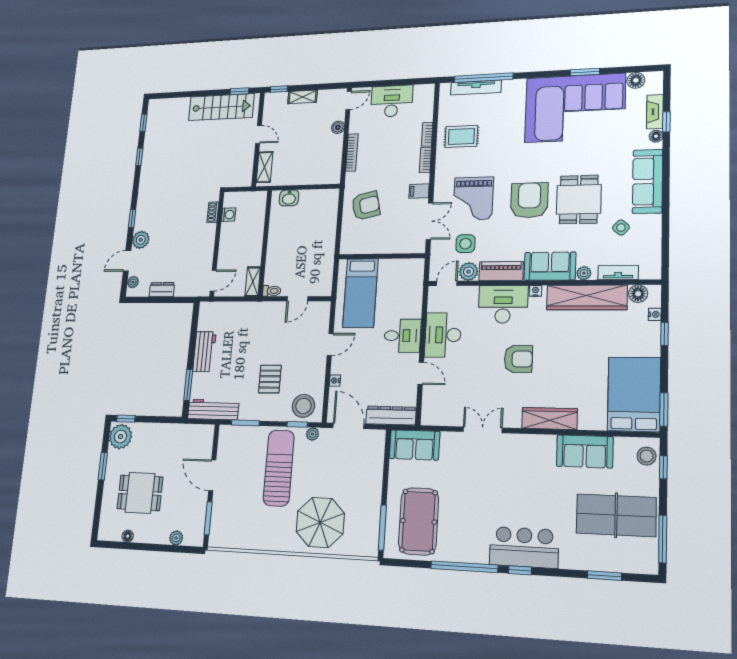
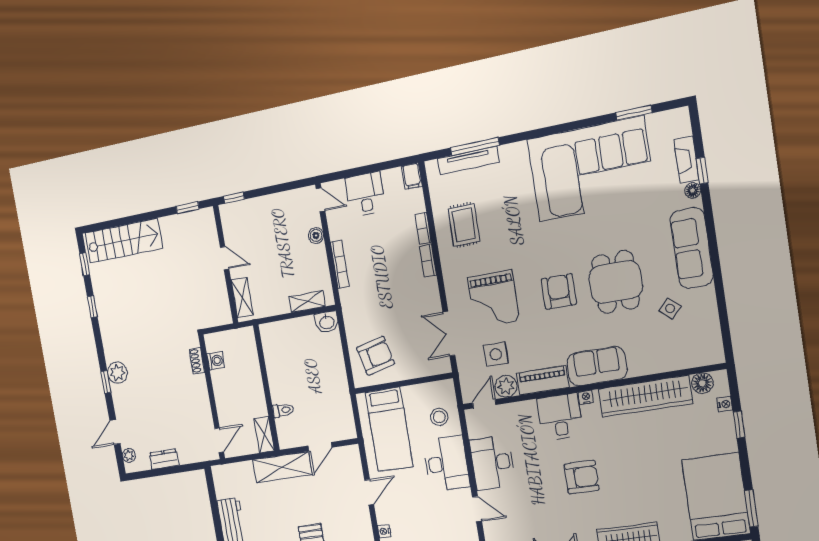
window: (585, 72) -> (634, 113), moved
window: (484, 78) -> (475, 147), width x0.68
floor lamp: (636, 80) -> (657, 123), removed
shelving: (302, 97) -> (307, 301), moved
door: (349, 101) -> (320, 200), hinge flipped
desk: (392, 101) -> (365, 194), width x0.73
stairs: (221, 107) -> (124, 241), moved
rug: (461, 136) -> (464, 225), turned 90
filing cabinet: (419, 191) -> (412, 176), moved, turned -90
washbasin: (289, 198) -> (327, 322), moved
armchair: (529, 200) -> (559, 292), width x0.73, depth x0.73
armchair: (366, 206) -> (376, 356), moved
double door: (430, 221) -> (449, 334), swing flipped
plant: (141, 240) -> (117, 373), moved
plant: (584, 273) -> (637, 368), removed
tv unit: (618, 273) -> (676, 362), removed
stool: (406, 289) -> (439, 417), added
toilet: (272, 291) -> (283, 410), moved
desk: (503, 304) -> (560, 417), width x0.73
shelving: (261, 311) -> (282, 467), added
desk: (402, 336) -> (446, 463), width x1.37

